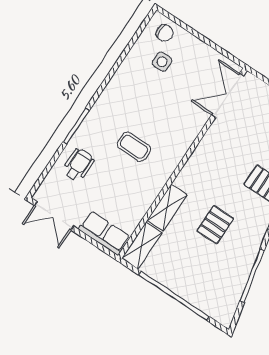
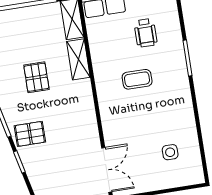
chair: (165, 33) -> (186, 173), removed
wheelchair: (78, 165) -> (146, 33), moved

